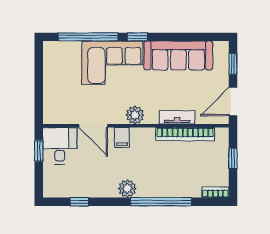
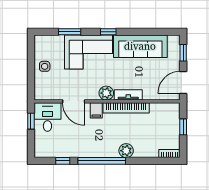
window: (88, 37) -> (70, 32), width x0.47
side table: (56, 81) -> (45, 66), added
tv unit: (177, 117) -> (128, 95), moved
bookcase: (185, 134) -> (126, 108), moved
plant: (127, 189) -> (126, 151), moved
window: (161, 202) -> (102, 161), moved

